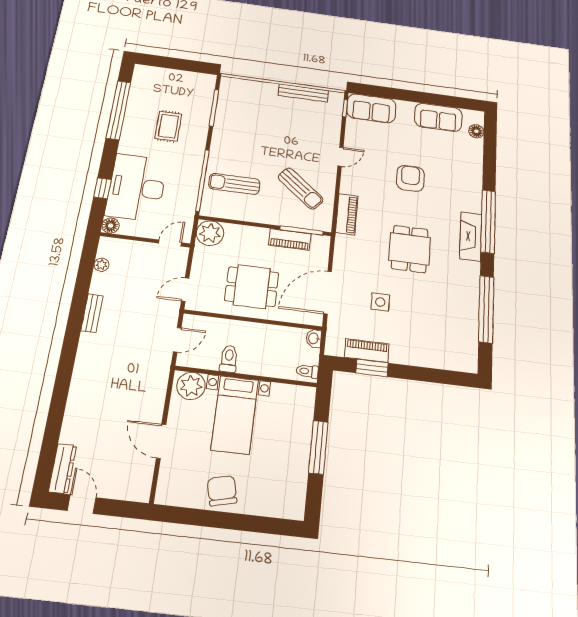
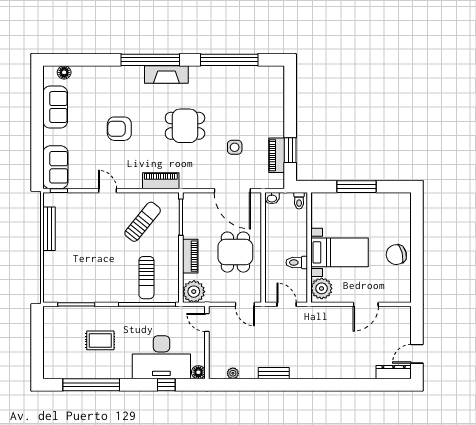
piano: (290, 239) -> (190, 256), moved

